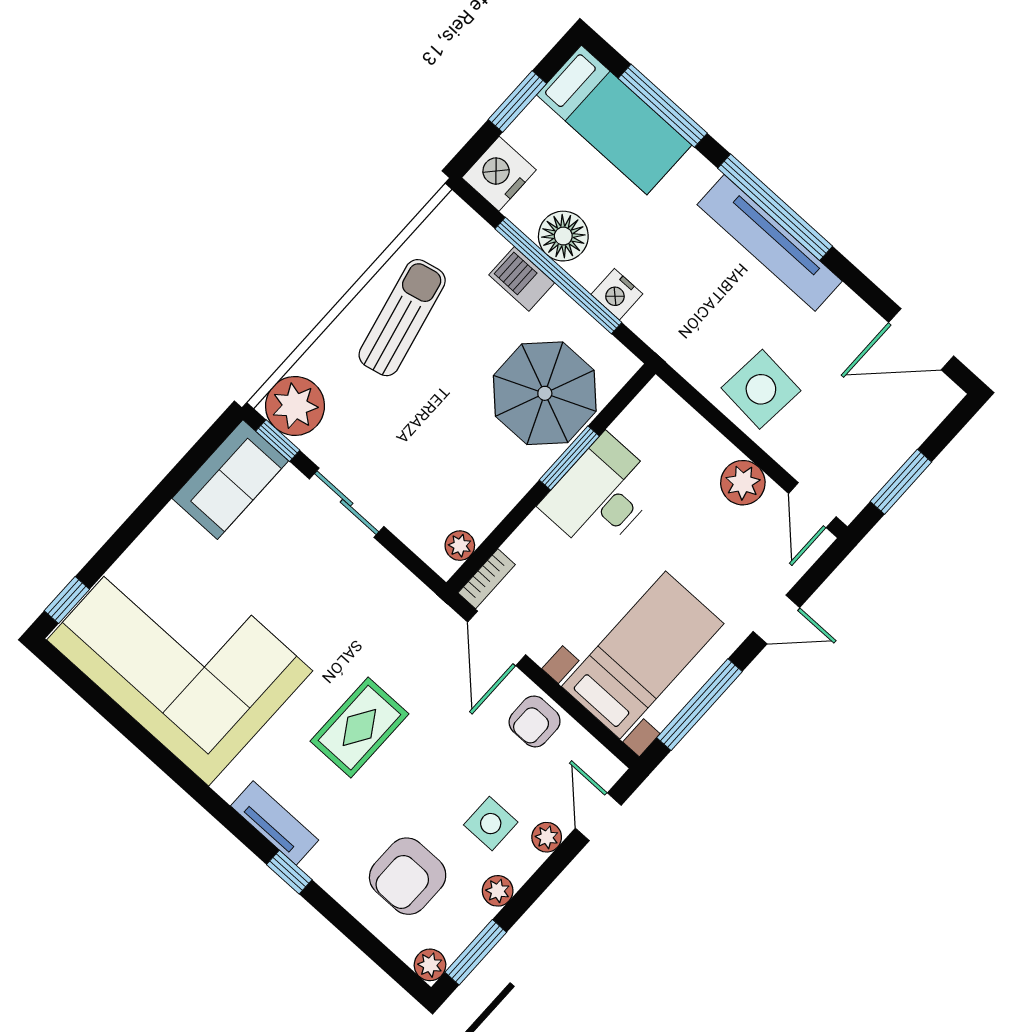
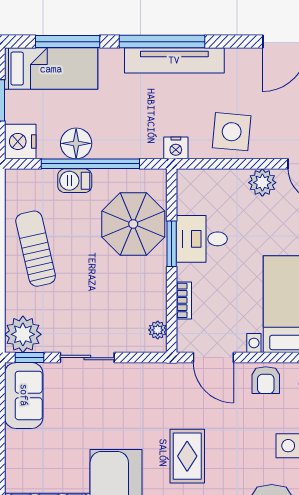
nightstand: (617, 294) -> (176, 148), moved
desk: (601, 495) -> (202, 239), width x0.73
bookcase: (487, 579) -> (184, 300), moved

